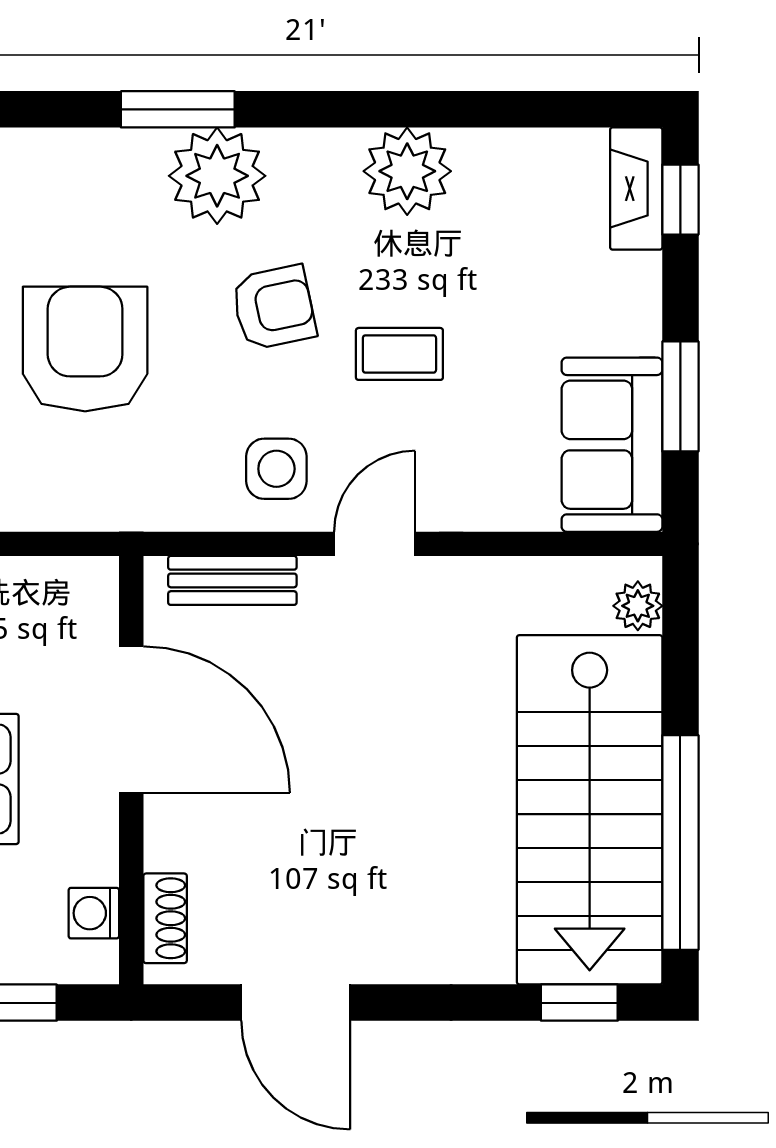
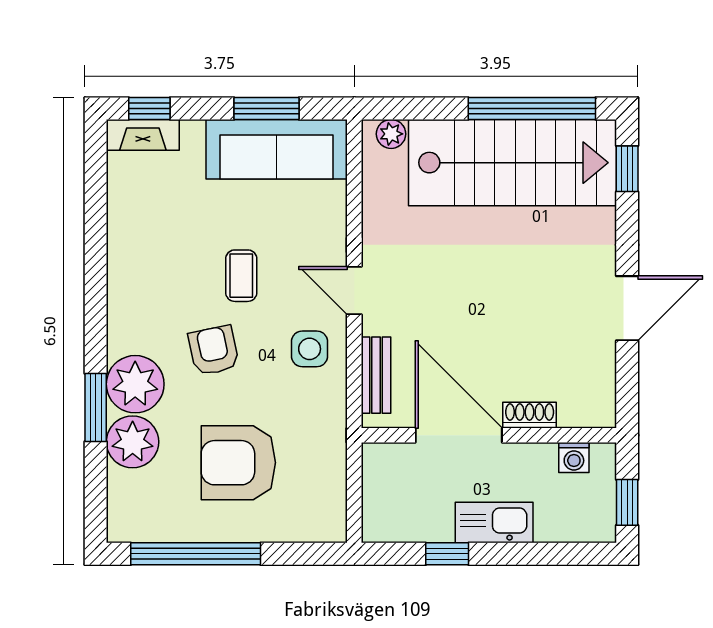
plant: (407, 171) -> (133, 442), moved
sofa: (612, 445) -> (277, 149), width x1.36
door: (131, 720) -> (459, 435), hinge flipped
shoe rack: (165, 918) -> (530, 415), moved
door: (296, 1003) -> (627, 308), moved

